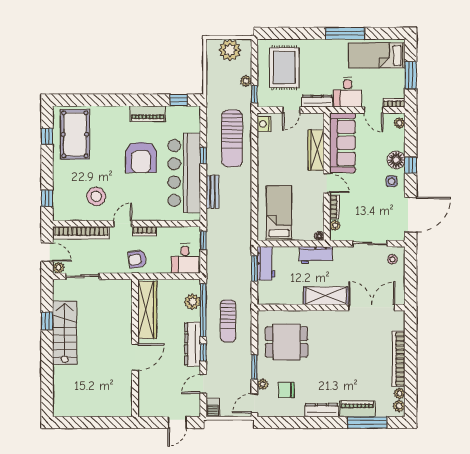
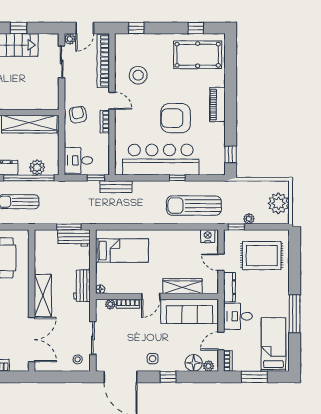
piano: (148, 114) -> (217, 105), moved
floor lamp: (396, 160) -> (194, 363), moved
bench: (212, 192) -> (116, 187), moved

